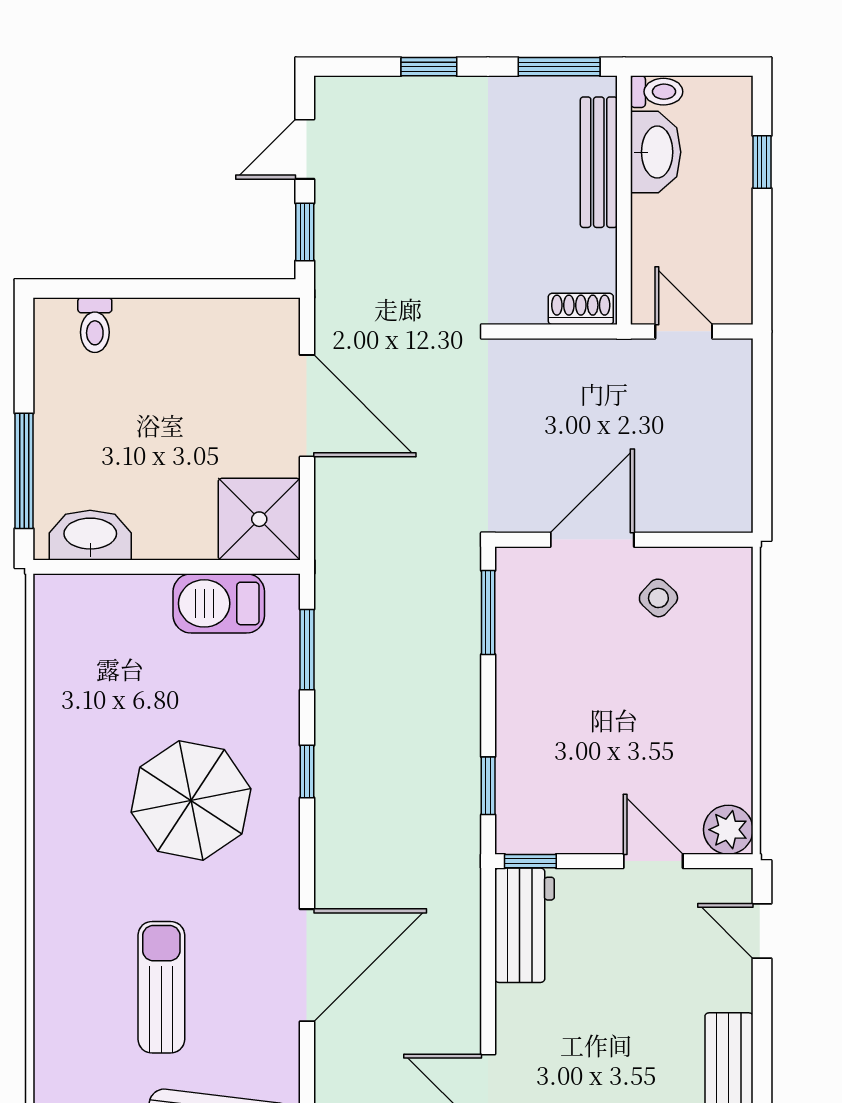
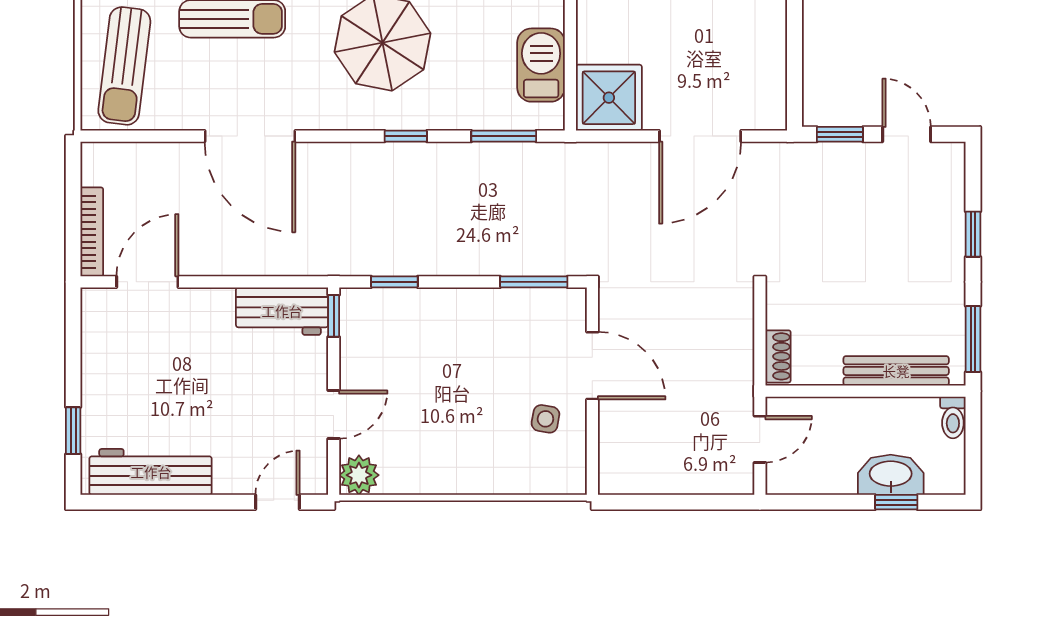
washbasin: (656, 152) -> (891, 475), moved, turned 180
side table: (658, 598) -> (545, 419), turned -33

